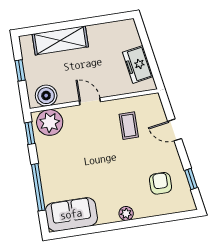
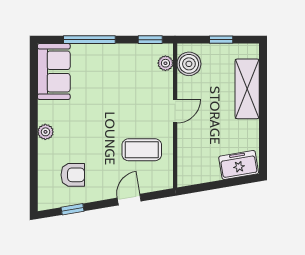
freezer: (138, 64) -> (239, 165), moved
plant: (50, 122) -> (165, 63), width x0.53, depth x0.53
coffee table: (129, 126) -> (142, 150), width x1.36, depth x1.30

